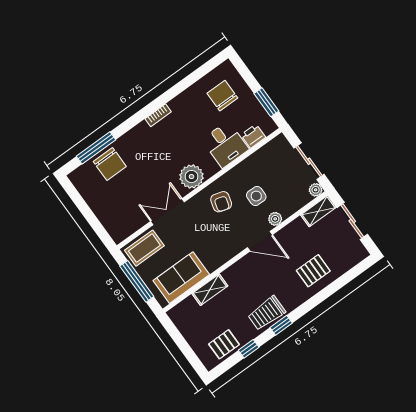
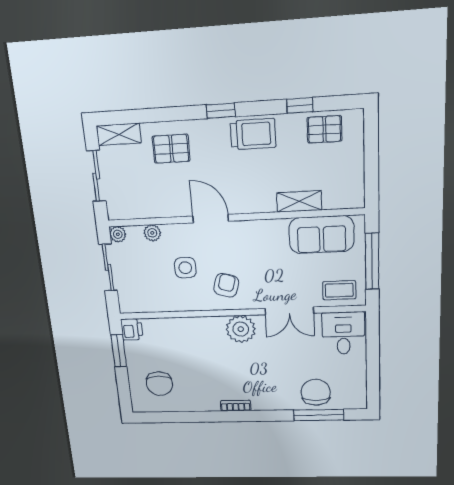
printer: (253, 136) -> (132, 329), moved, turned -90
desk: (225, 144) -> (343, 333), moved
shelving: (319, 211) -> (119, 134), moved
plant: (275, 219) -> (152, 233), moved
coffee table: (144, 248) -> (339, 290), width x0.73, depth x0.77
window: (281, 325) -> (221, 111), moved

